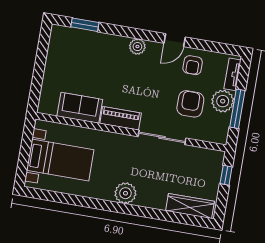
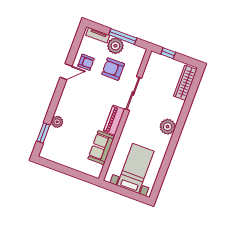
door: (175, 40) -> (66, 72), hinge flipped
plant: (137, 47) -> (57, 122), moved

